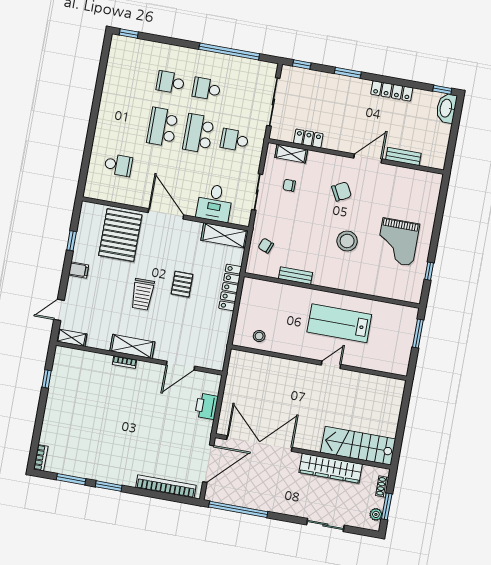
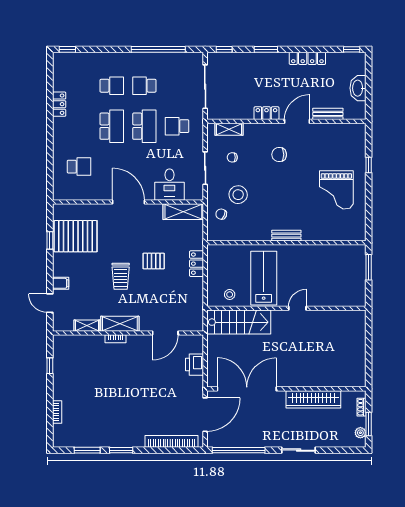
school desk: (170, 82) -> (112, 86), turned 180
locker: (109, 92) -> (59, 104), added
washbasin: (446, 108) -> (358, 88), moved
school desk: (162, 127) -> (112, 126), turned 180
school desk: (198, 133) -> (144, 126), turned 180
locker: (308, 138) -> (266, 113), moved
chair: (342, 191) -> (279, 155), turned -152
pallet: (120, 235) -> (76, 236), moved, turned 90
stool: (347, 241) -> (238, 195), moved
filing cabinet: (79, 270) -> (61, 283), moved
window: (429, 271) -> (369, 165), moved
bench: (295, 276) -> (286, 236), moved
pallet: (182, 284) -> (154, 261), turned 90
locker: (230, 287) -> (197, 264), width x0.66
door: (59, 310) -> (50, 303), hinge flipped
lab bench: (339, 323) -> (264, 278), moved, turned 90
shelving: (72, 338) -> (87, 326), moved
stairs: (358, 446) -> (239, 322), moved, turned 180
bookcase: (41, 458) -> (57, 412), moved
sliding door: (325, 525) -> (299, 450), moved

